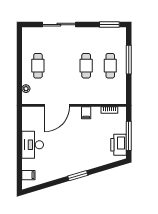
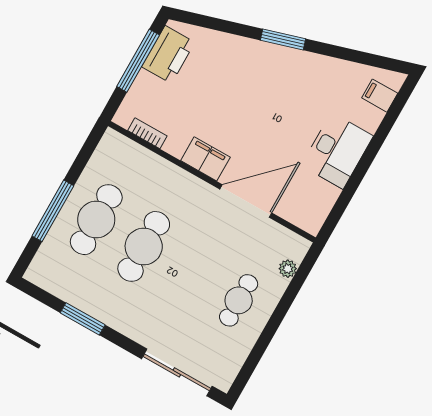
sliding door: (59, 25) -> (177, 372), moved
window: (109, 25) -> (83, 319), moved
cafe table: (86, 66) -> (144, 246), width x1.37, depth x1.35
cafe table: (110, 66) -> (96, 220), width x1.37, depth x1.35
filing cabinet: (86, 113) -> (205, 159), width x2.00

